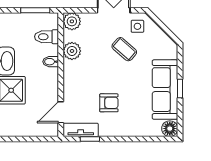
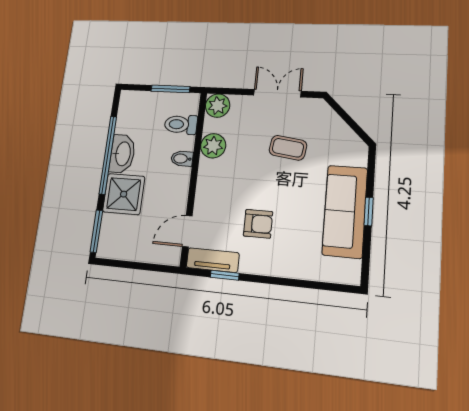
side table: (137, 26) -> (310, 117), removed
coffee table: (124, 49) -> (288, 148), turned -33
floor lamp: (170, 129) -> (348, 272), removed

